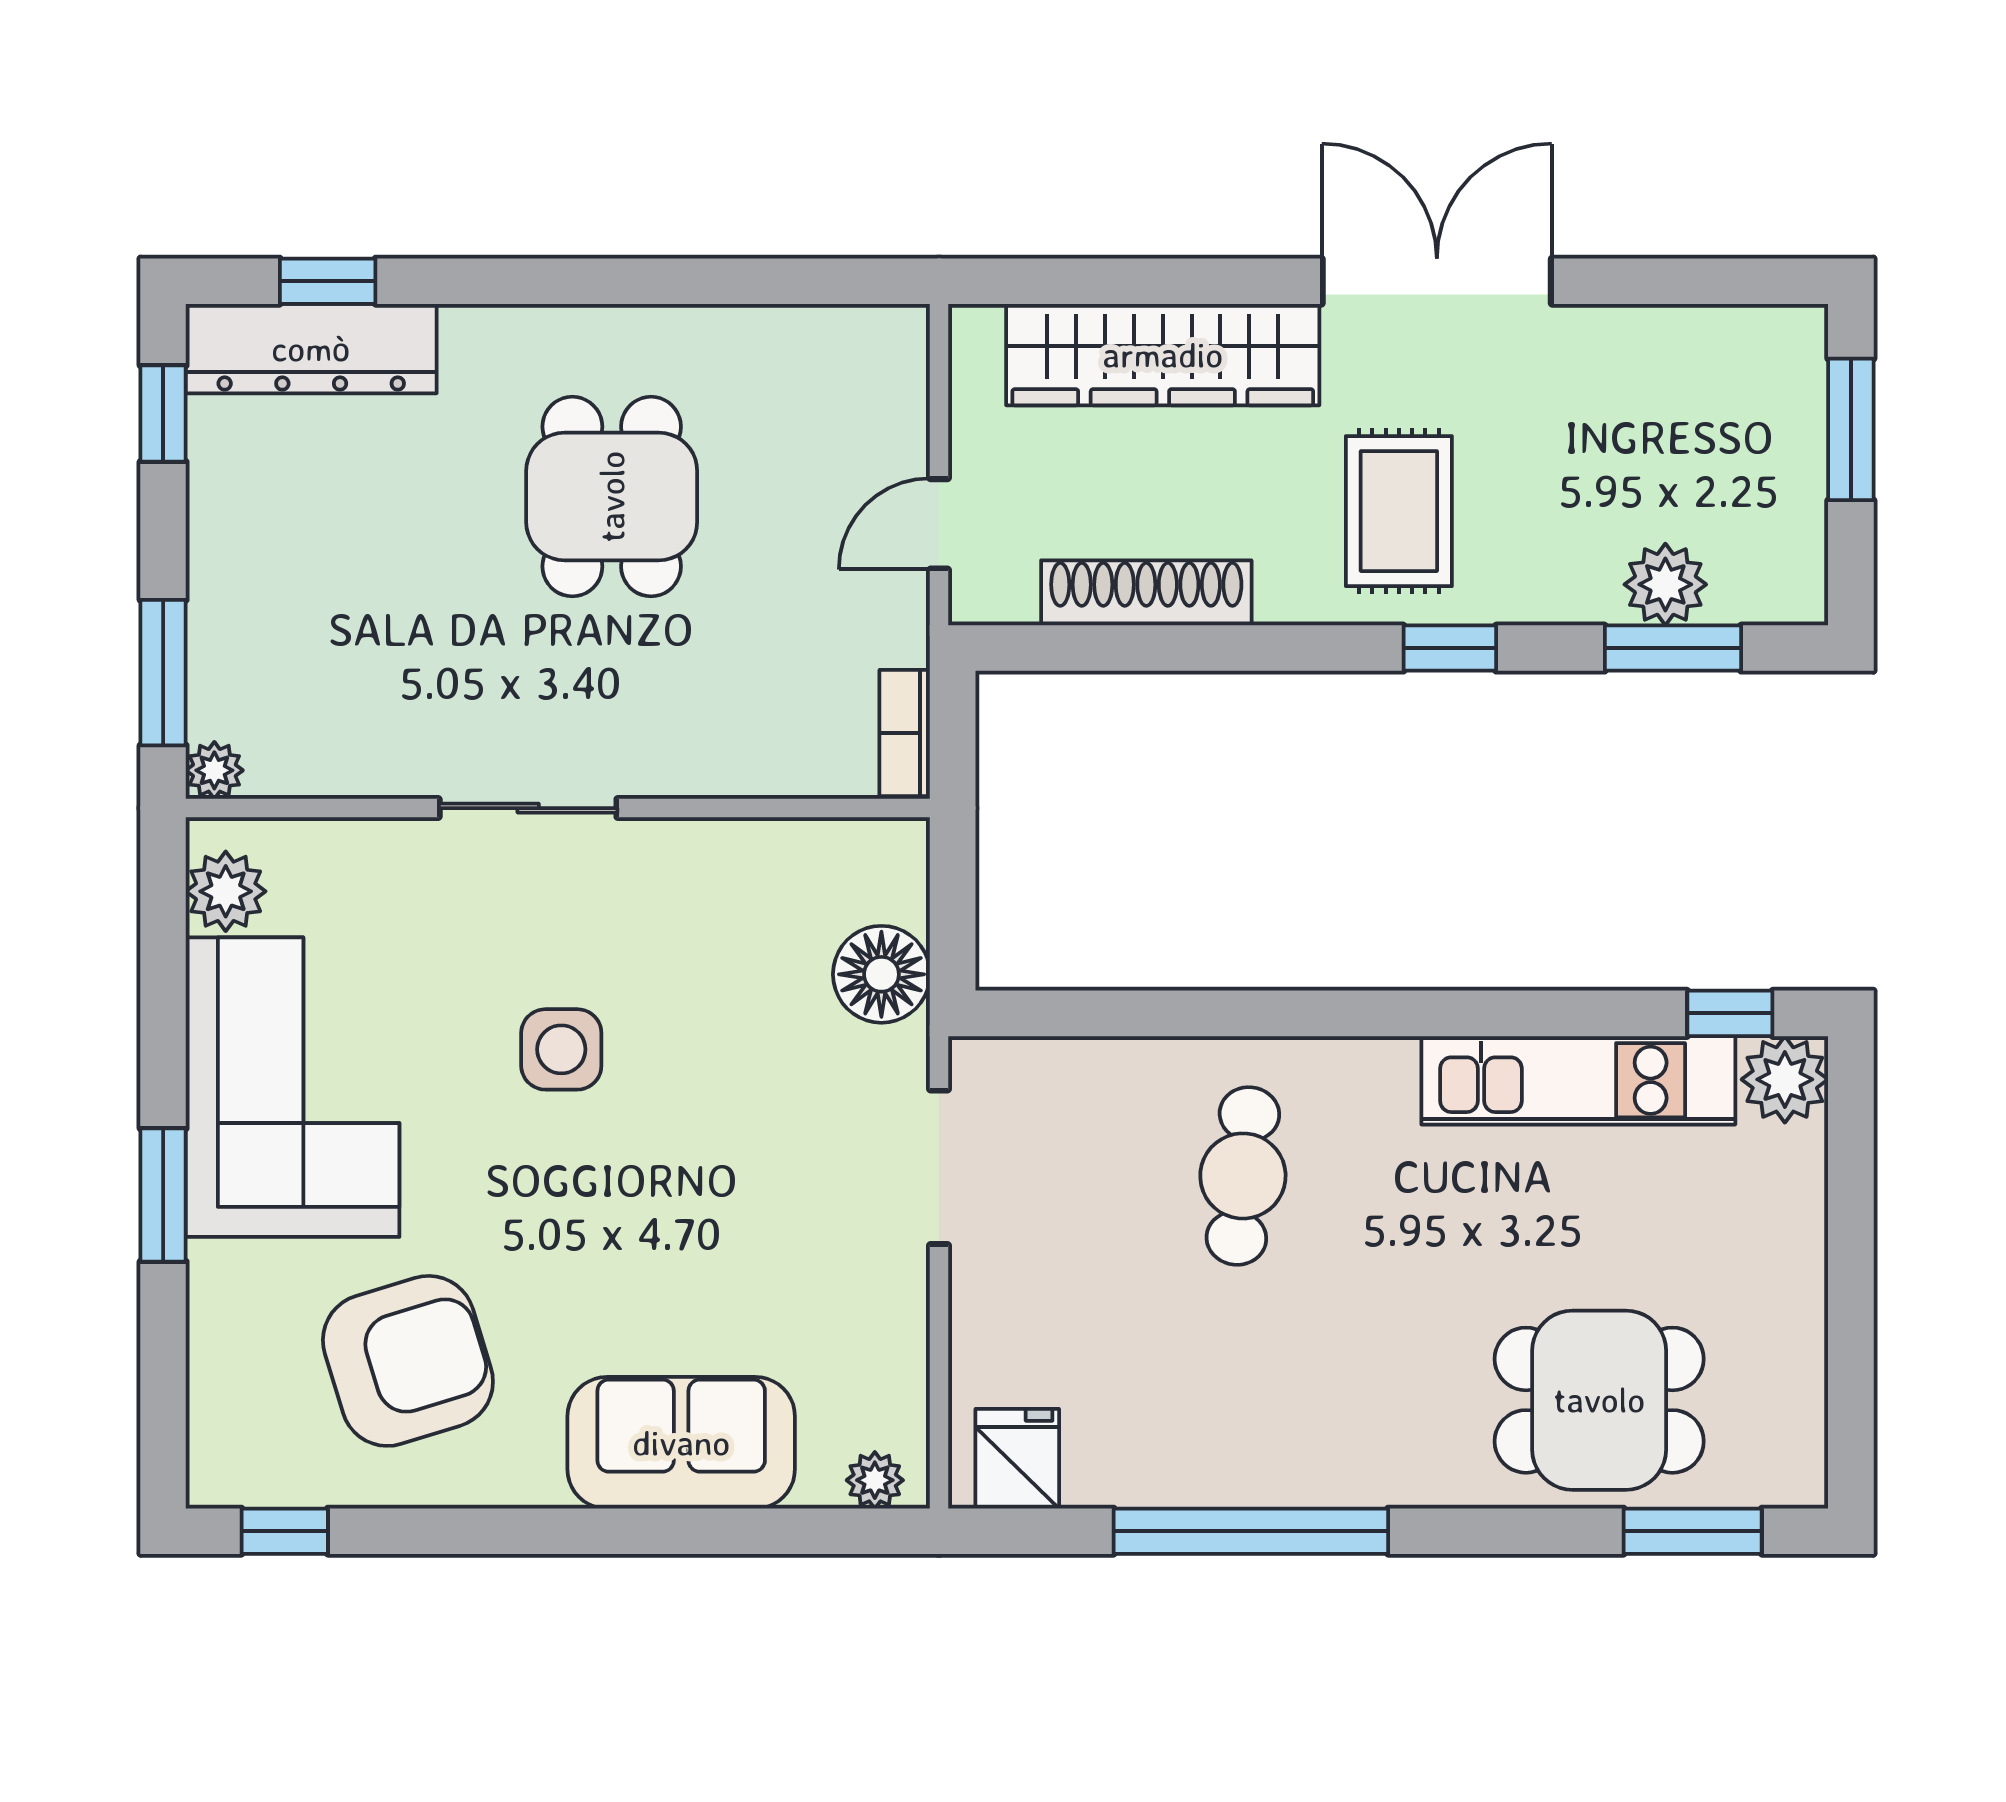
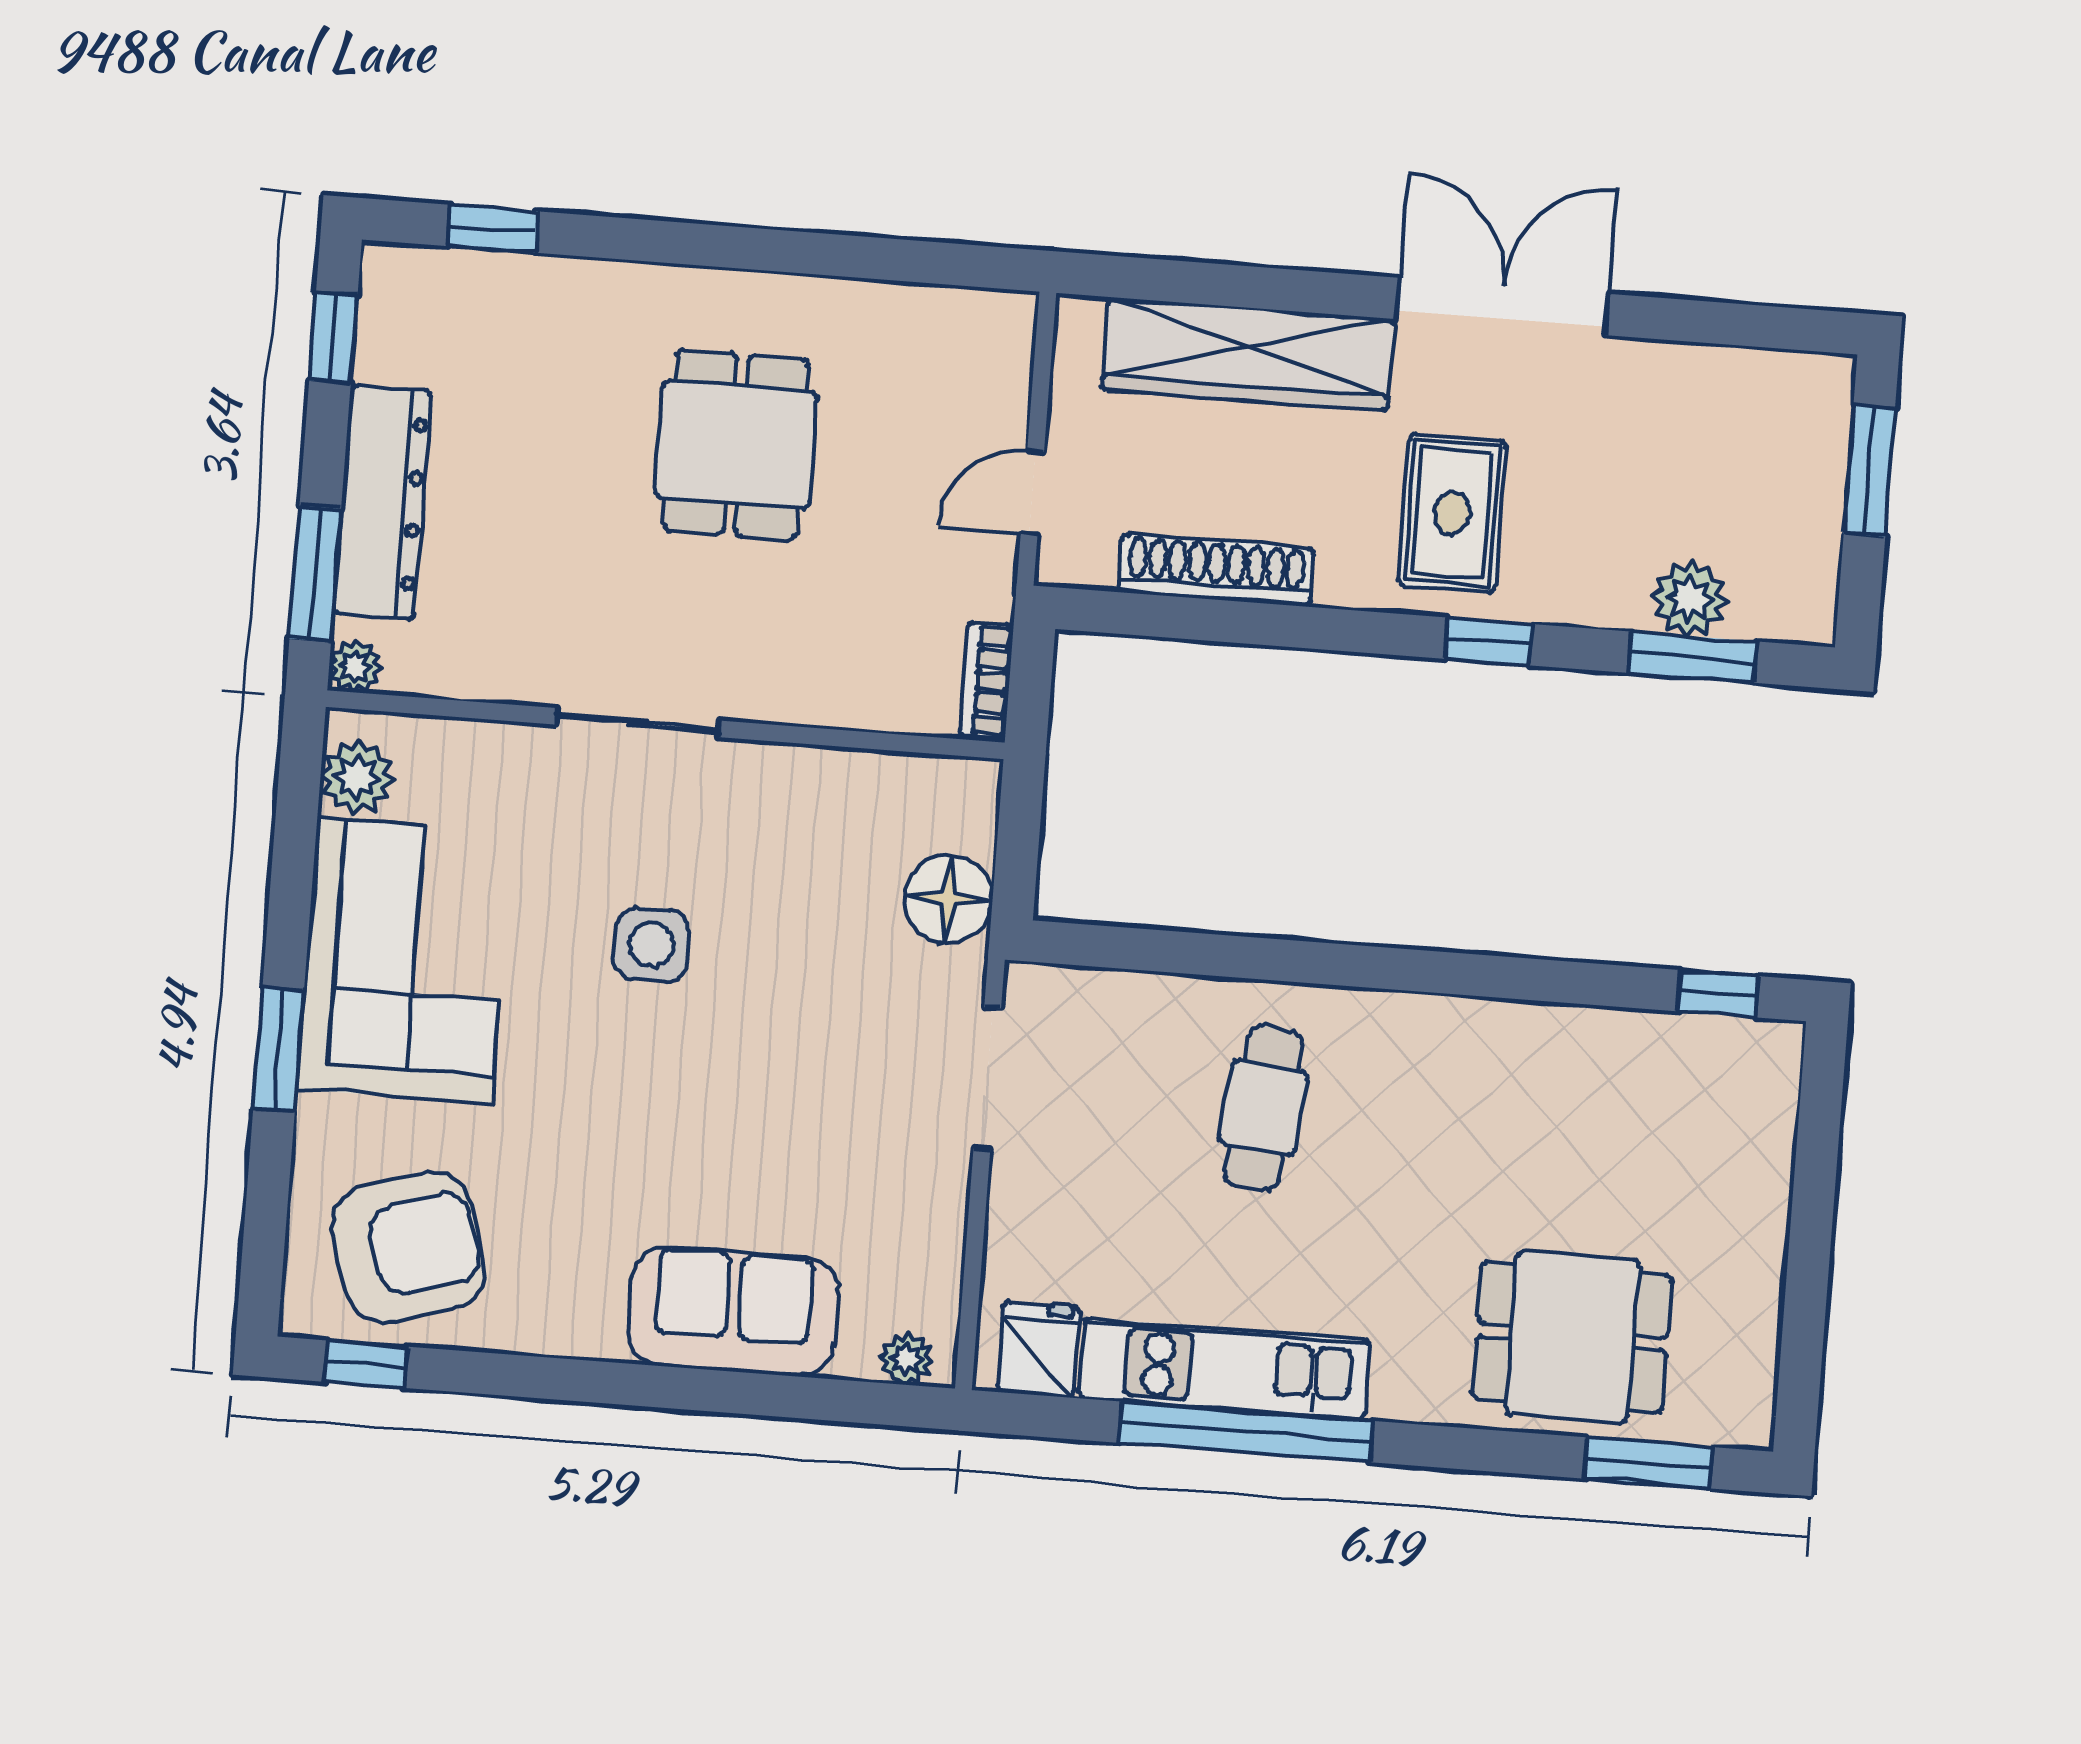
dresser: (311, 349) -> (383, 502), moved, turned -90
plant: (1785, 1079) -> (1764, 1058), removed
kitchen unit: (1578, 1080) -> (1224, 1369), moved, turned 180
armchair: (408, 1361) -> (408, 1247), moved

